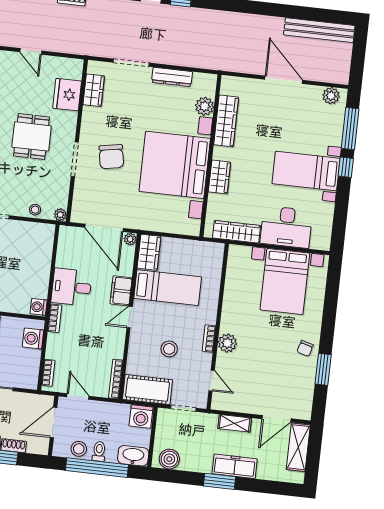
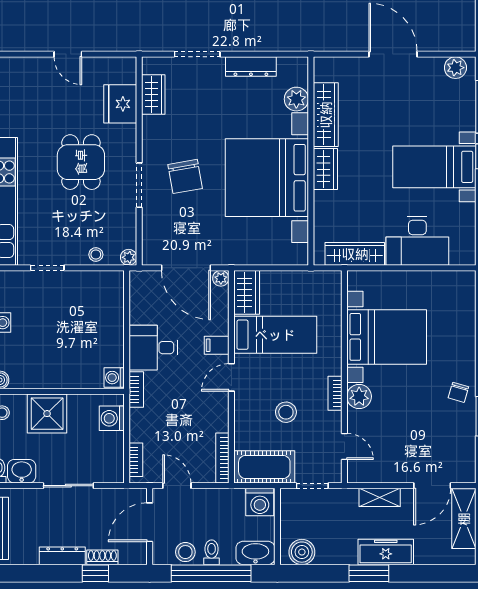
wardrobe: (219, 177) -> (325, 169), moved
bed with nightstands: (285, 281) -> (387, 337), moved, turned -90
filing cabinet: (121, 291) -> (217, 345), width x0.50

